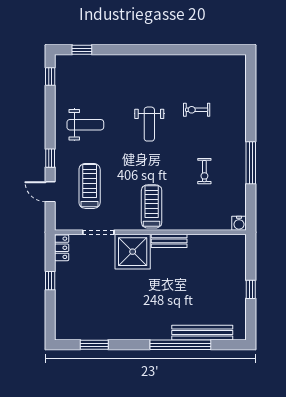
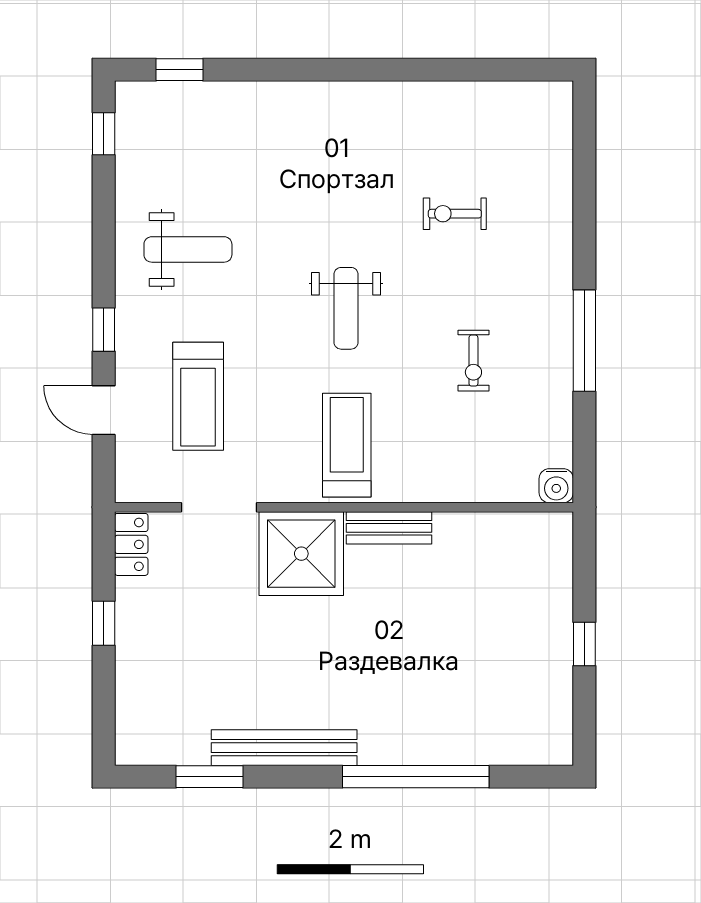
weight bench: (149, 124) -> (346, 308), moved
treadmill: (90, 186) -> (198, 396), turned 180
bench: (202, 333) -> (284, 748), moved

